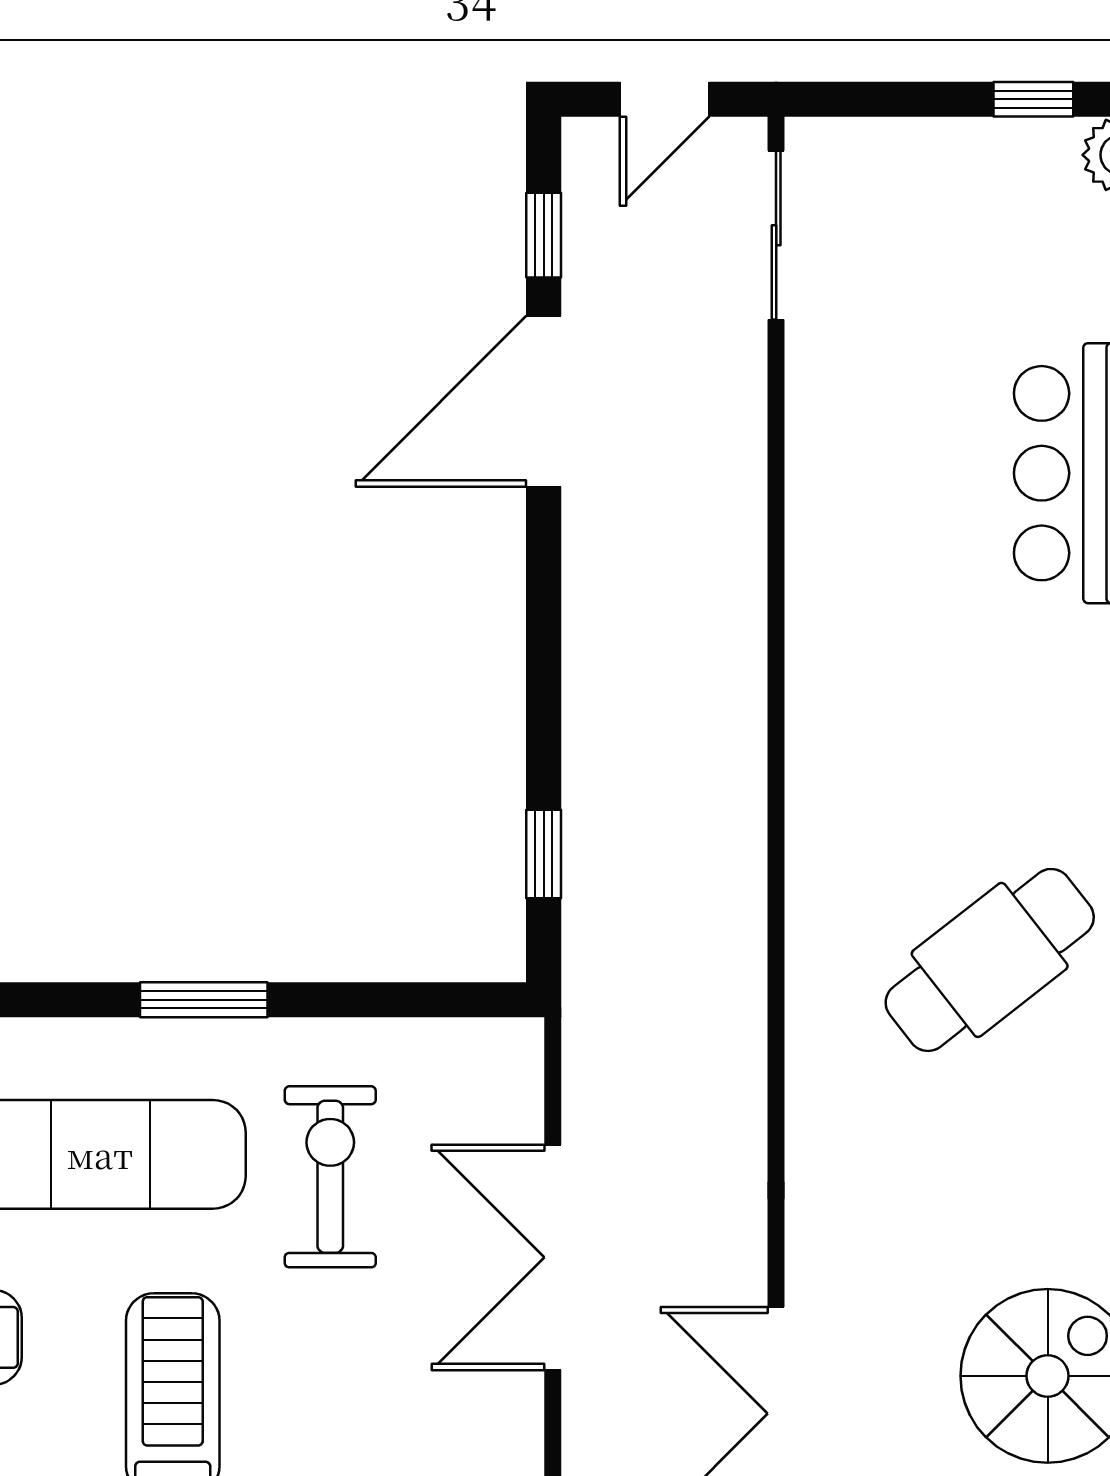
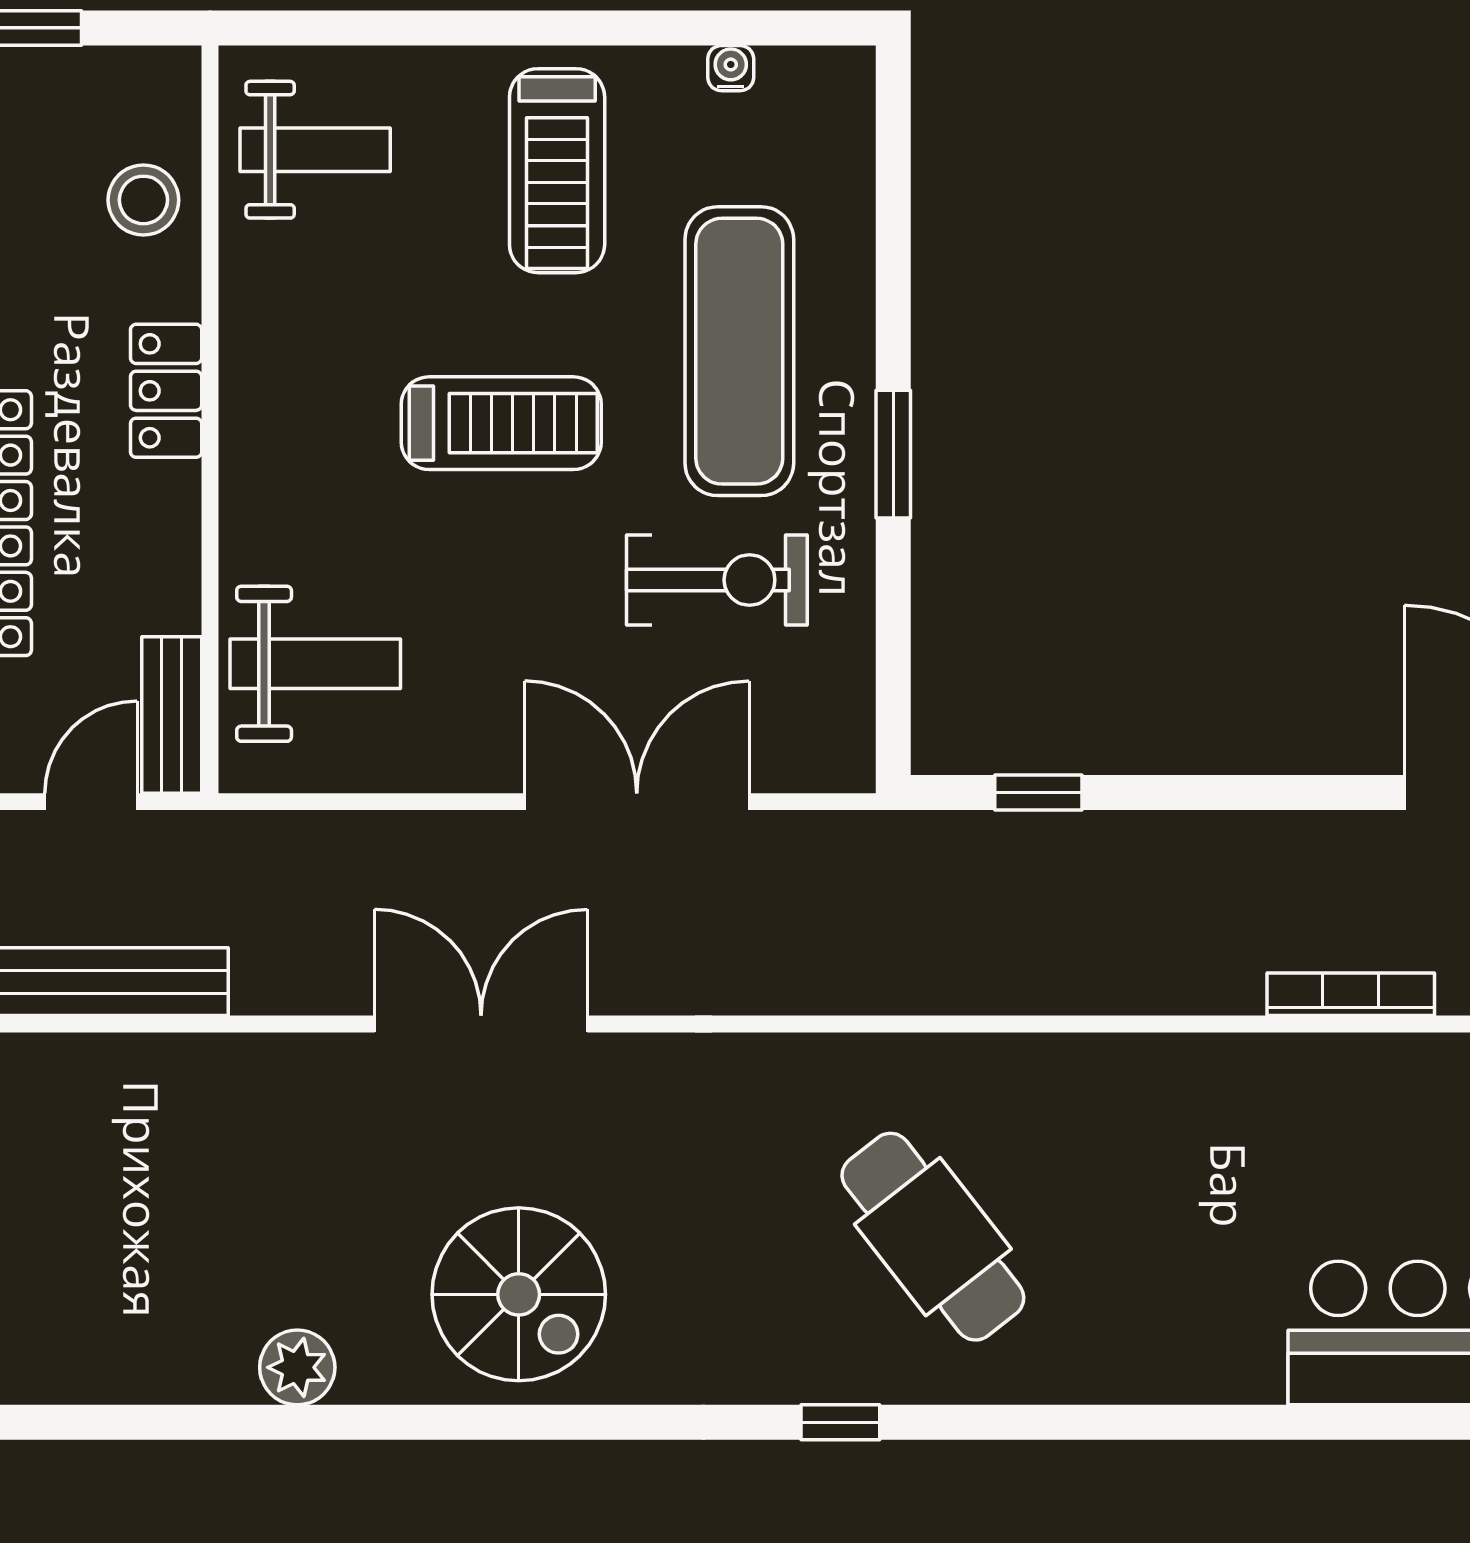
bookcase: (746, 540) -> (1351, 994), added

